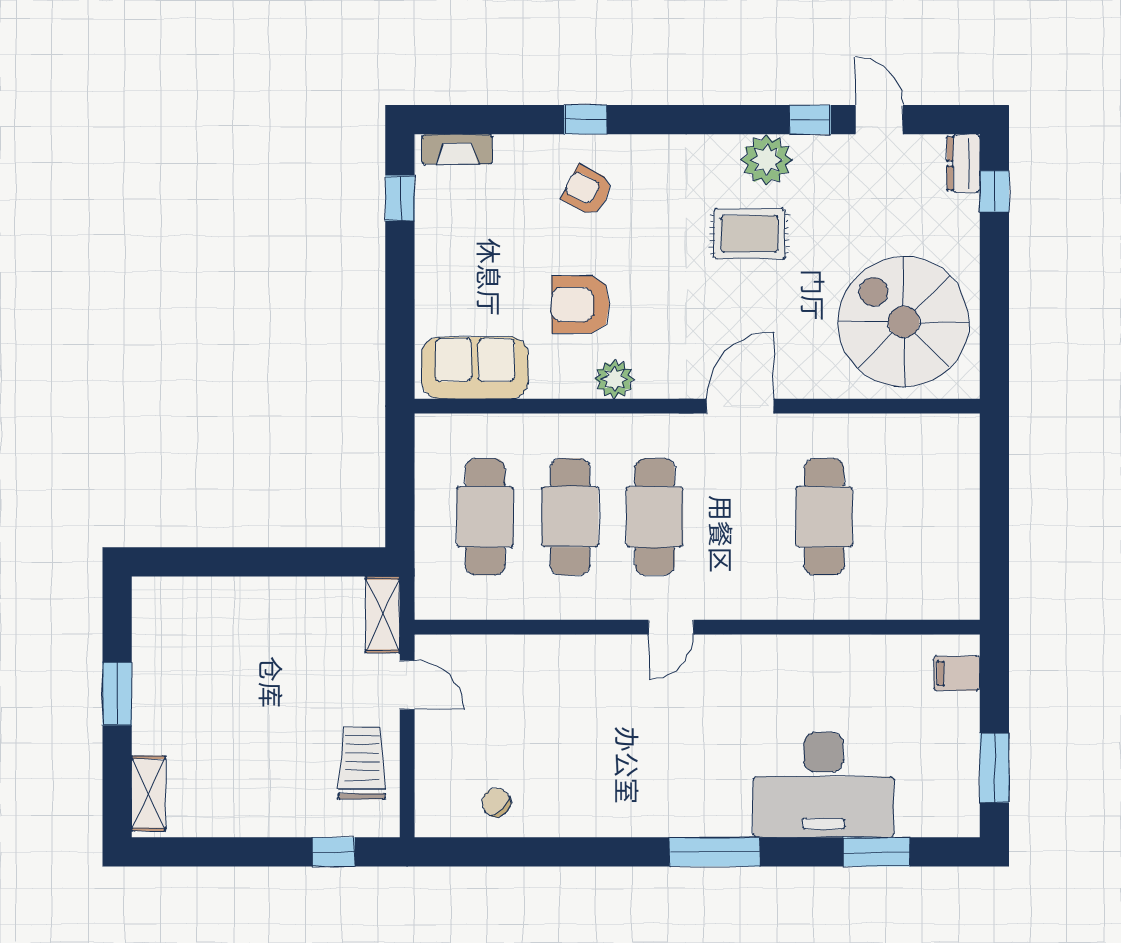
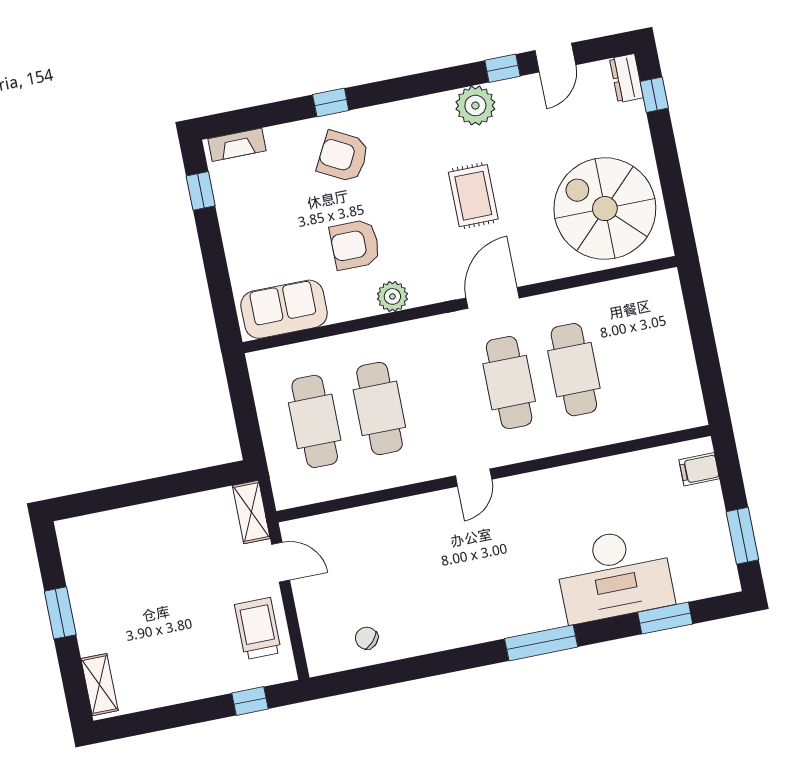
door: (879, 120) -> (555, 58), swing flipped
armchair: (587, 191) -> (343, 156), width x1.38, depth x1.38
rug: (749, 234) -> (473, 196), moved, turned 90
cafe table: (655, 517) -> (509, 383), moved

